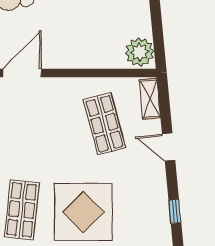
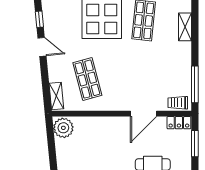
door: (169, 147) -> (42, 47), moved

